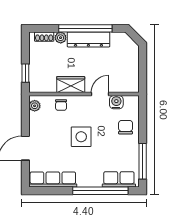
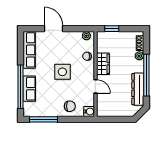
dresser: (88, 40) -> (138, 89), moved
water cooler: (116, 102) -> (89, 112), moved
row of seats: (119, 179) -> (29, 89), moved

